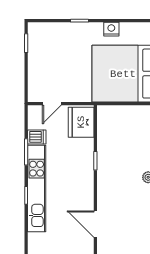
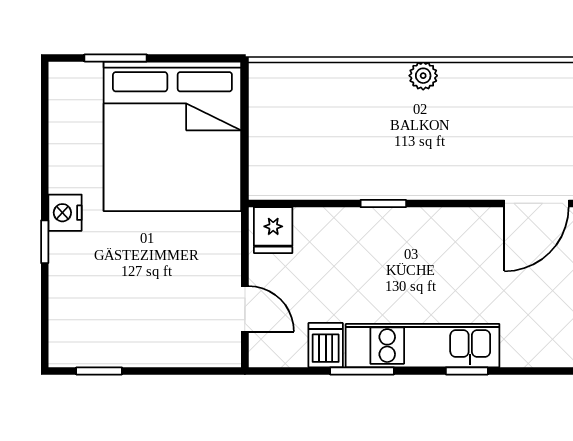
nightstand: (111, 29) -> (65, 213), moved
fridge: (81, 122) -> (273, 230), width x0.53, depth x0.75
kitchen unit: (37, 189) -> (423, 346), width x0.73

